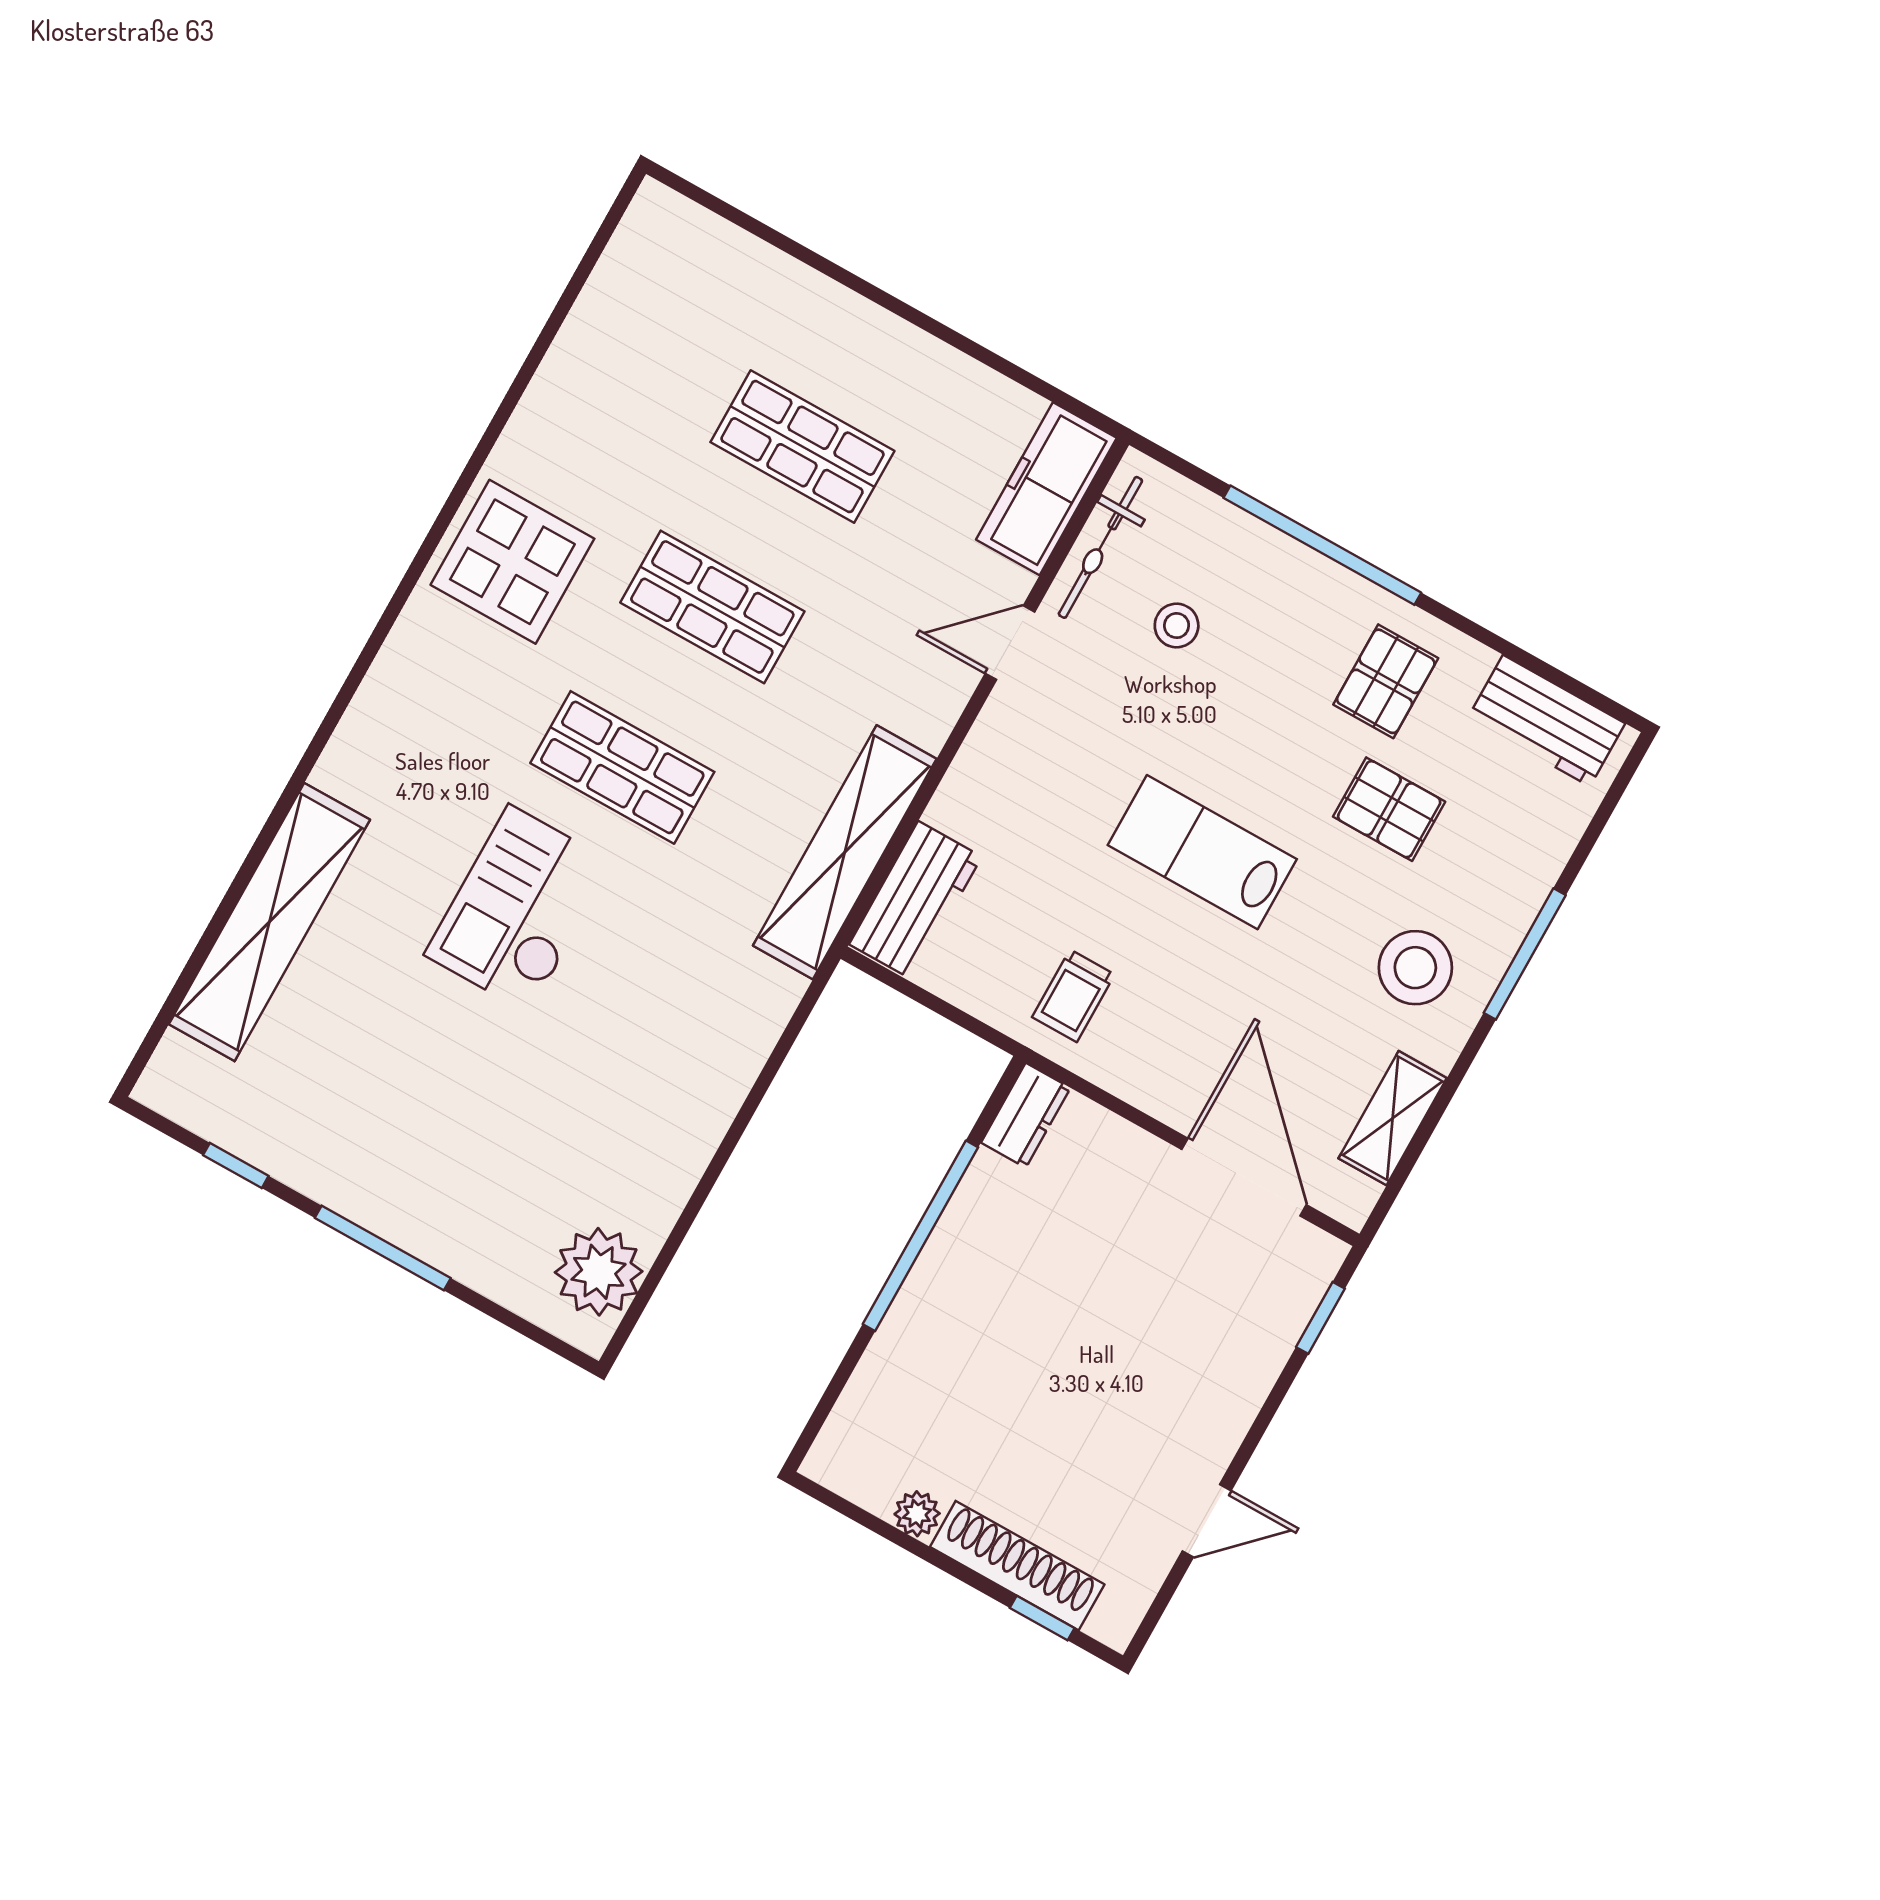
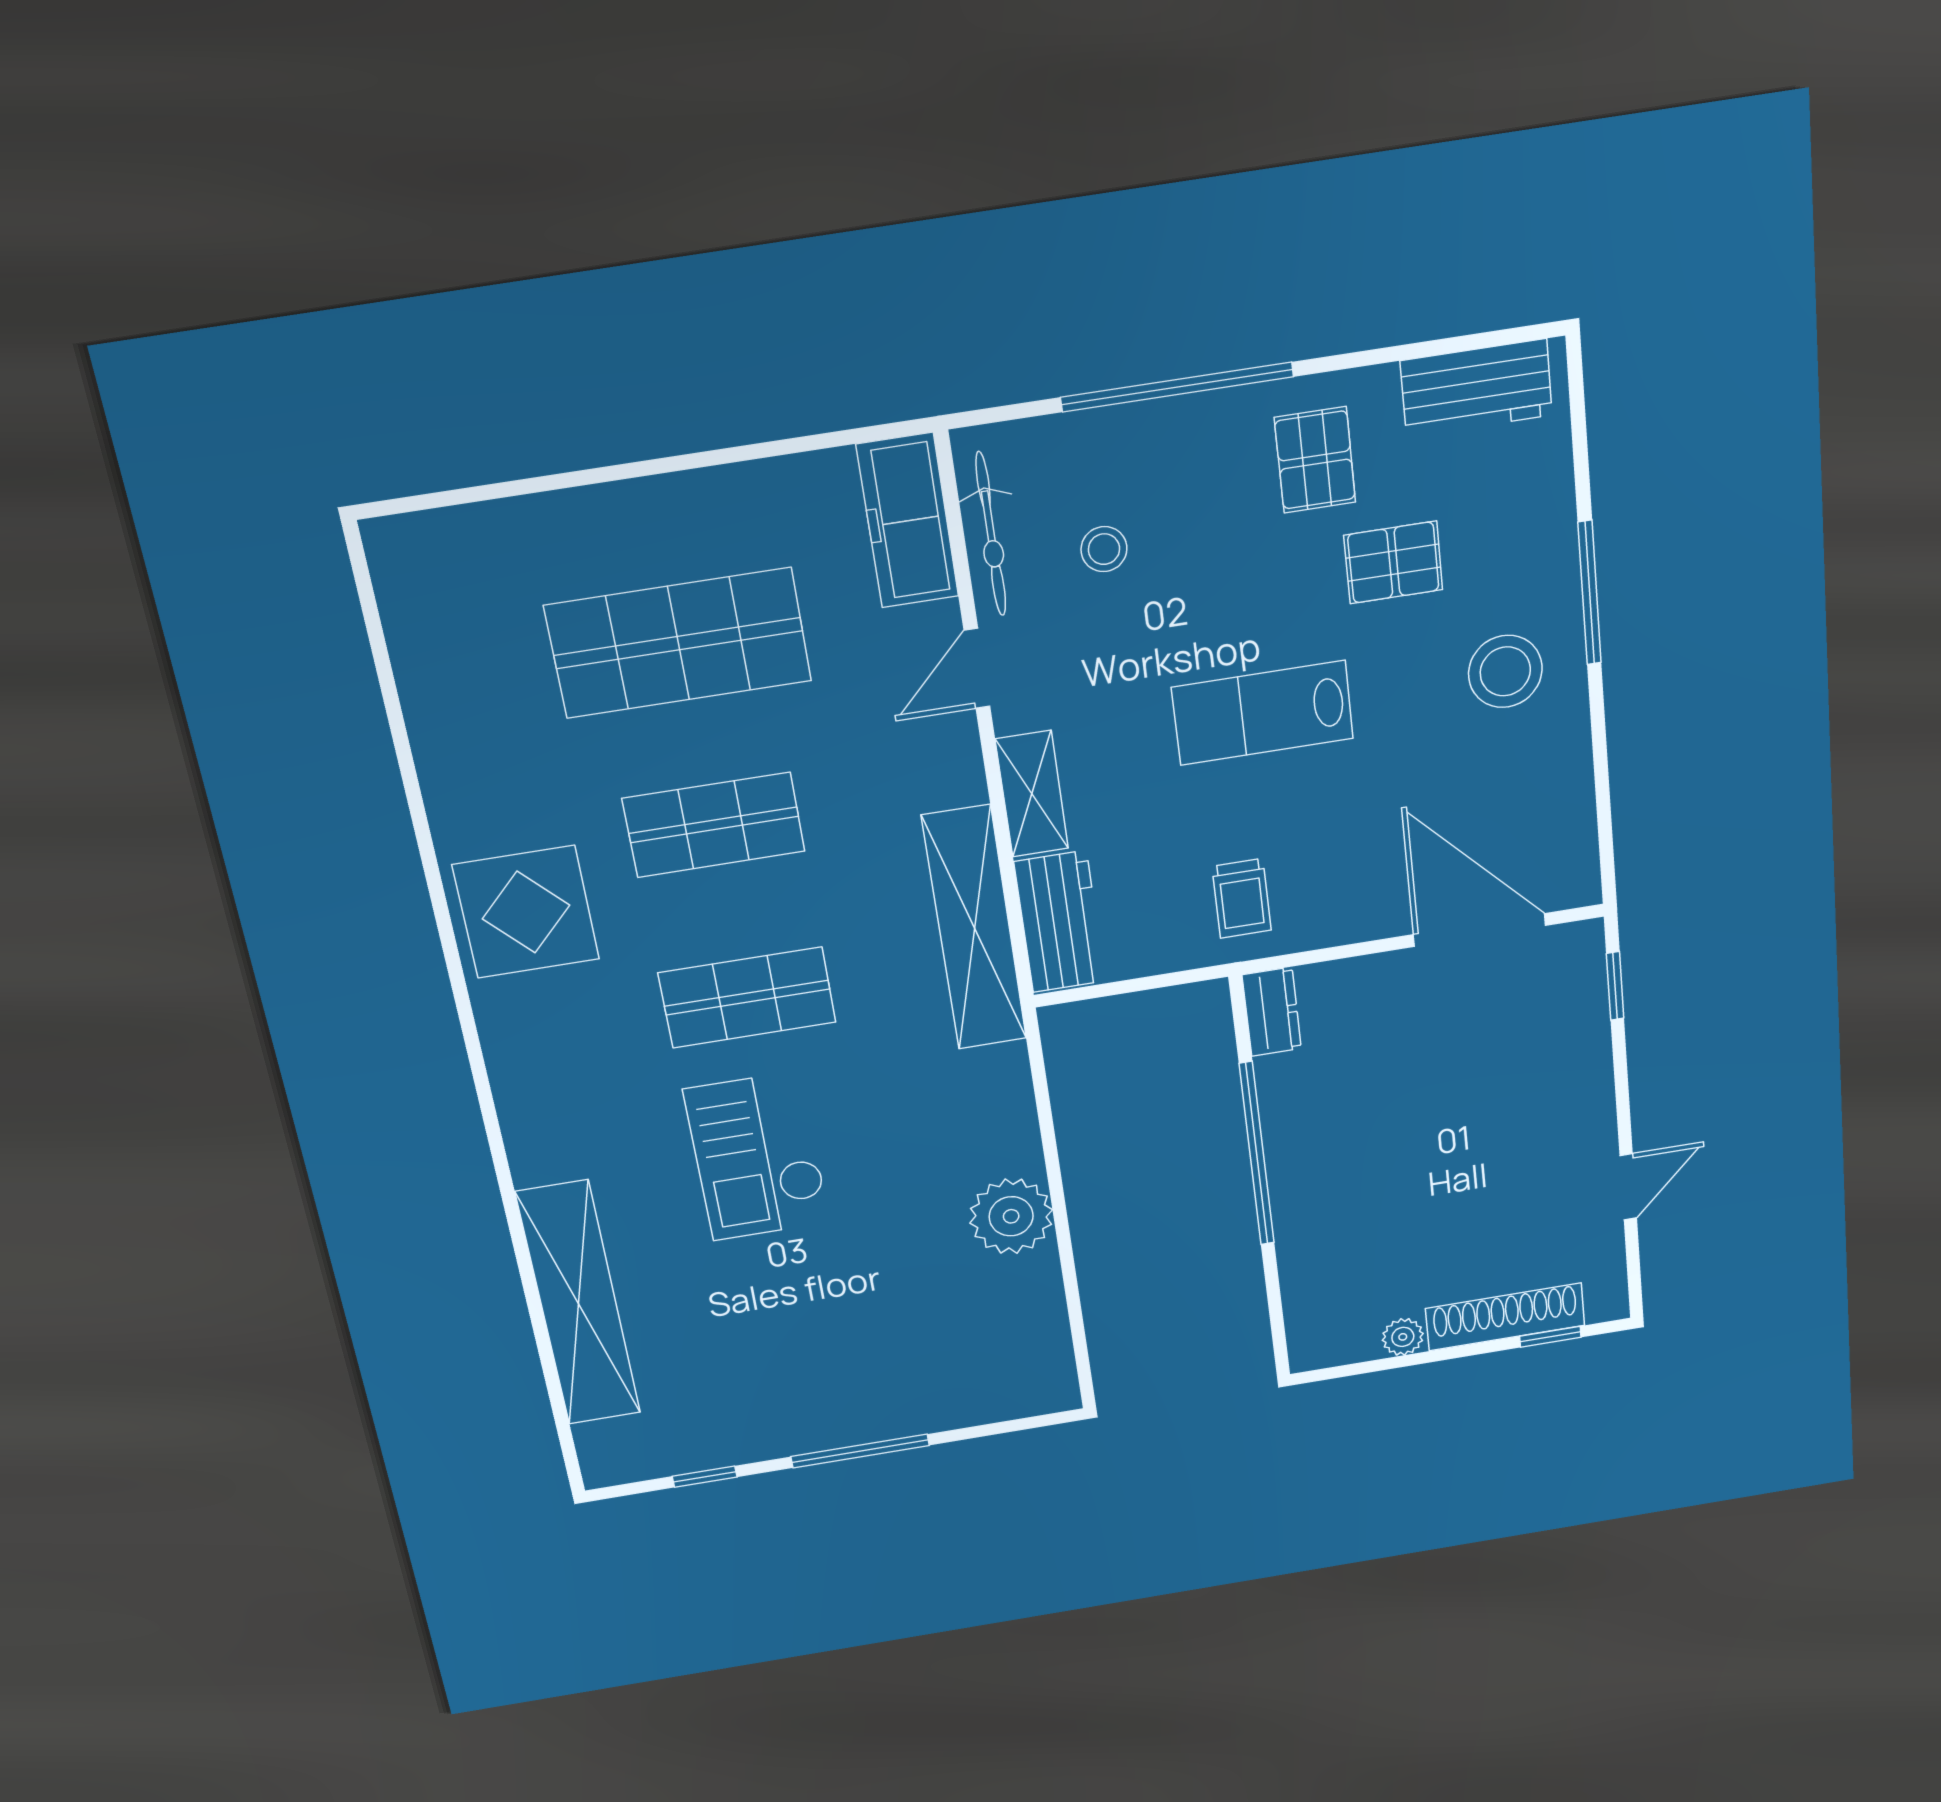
shop shelf: (802, 447) -> (678, 643), width x1.43, depth x1.36
shelving: (1393, 1118) -> (1032, 794), moved
plant: (599, 1272) -> (1011, 1216), moved

